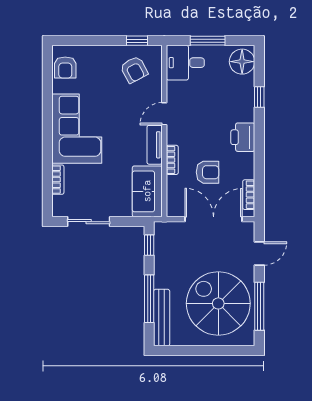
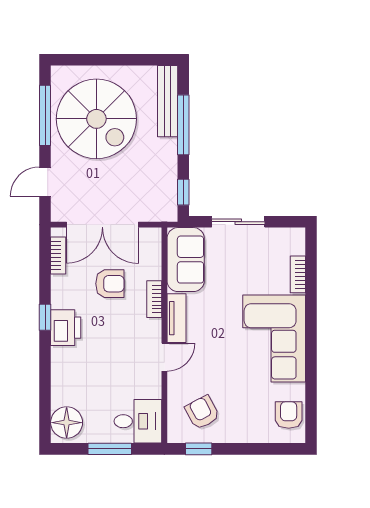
window: (259, 97) -> (45, 317), moved
armchair: (208, 172) -> (110, 284), turned 180
sliding door: (89, 222) -> (238, 222), moved

